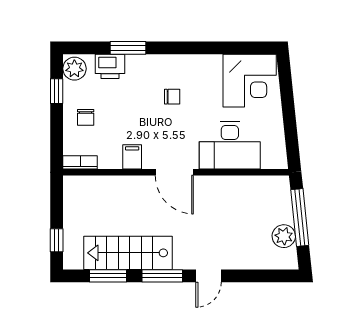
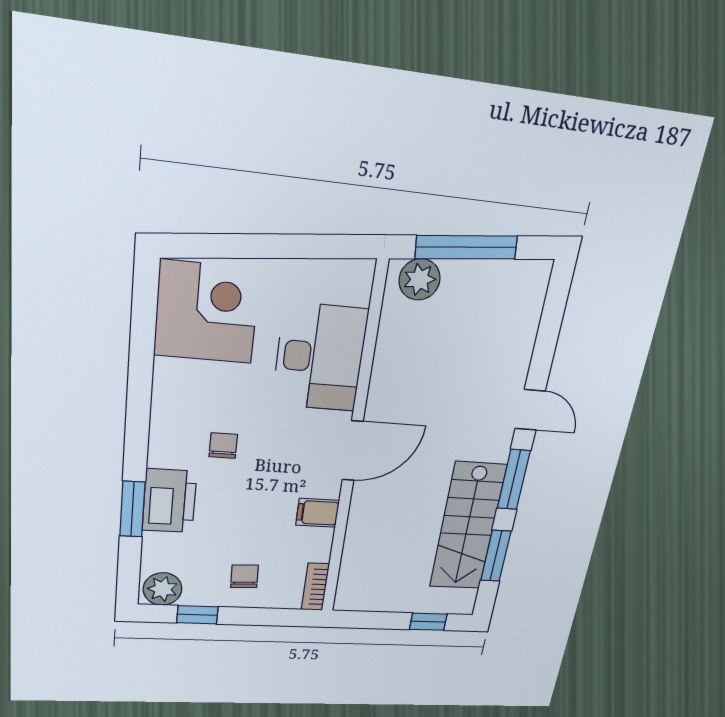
printer: (110, 66) -> (169, 501), moved, width x1.37, depth x1.19
chair: (86, 117) -> (244, 576), turned -92
plant: (284, 236) -> (420, 279), moved

